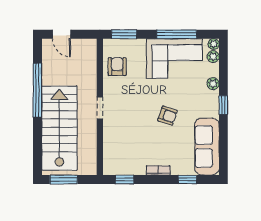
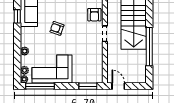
door: (62, 34) -> (118, 86), moved
window: (177, 34) -> (40, 86), moved
armchair: (117, 67) -> (94, 15), moved
window: (223, 105) -> (17, 16), moved

